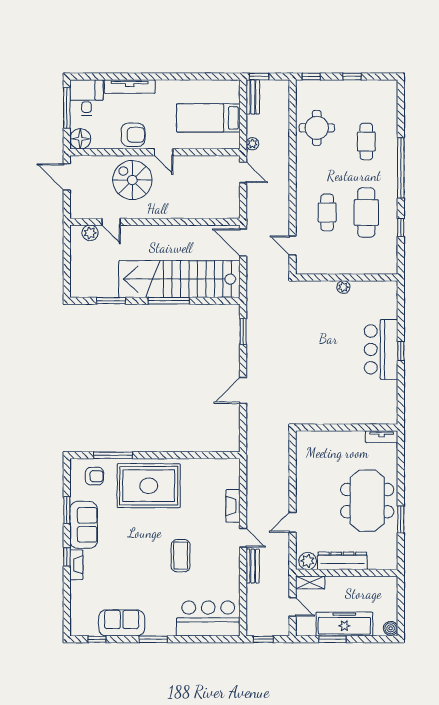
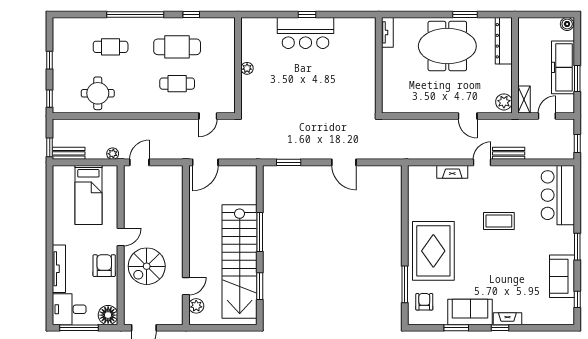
stairs: (179, 279) -> (240, 261), moved
dresser: (342, 561) -> (504, 41), moved

